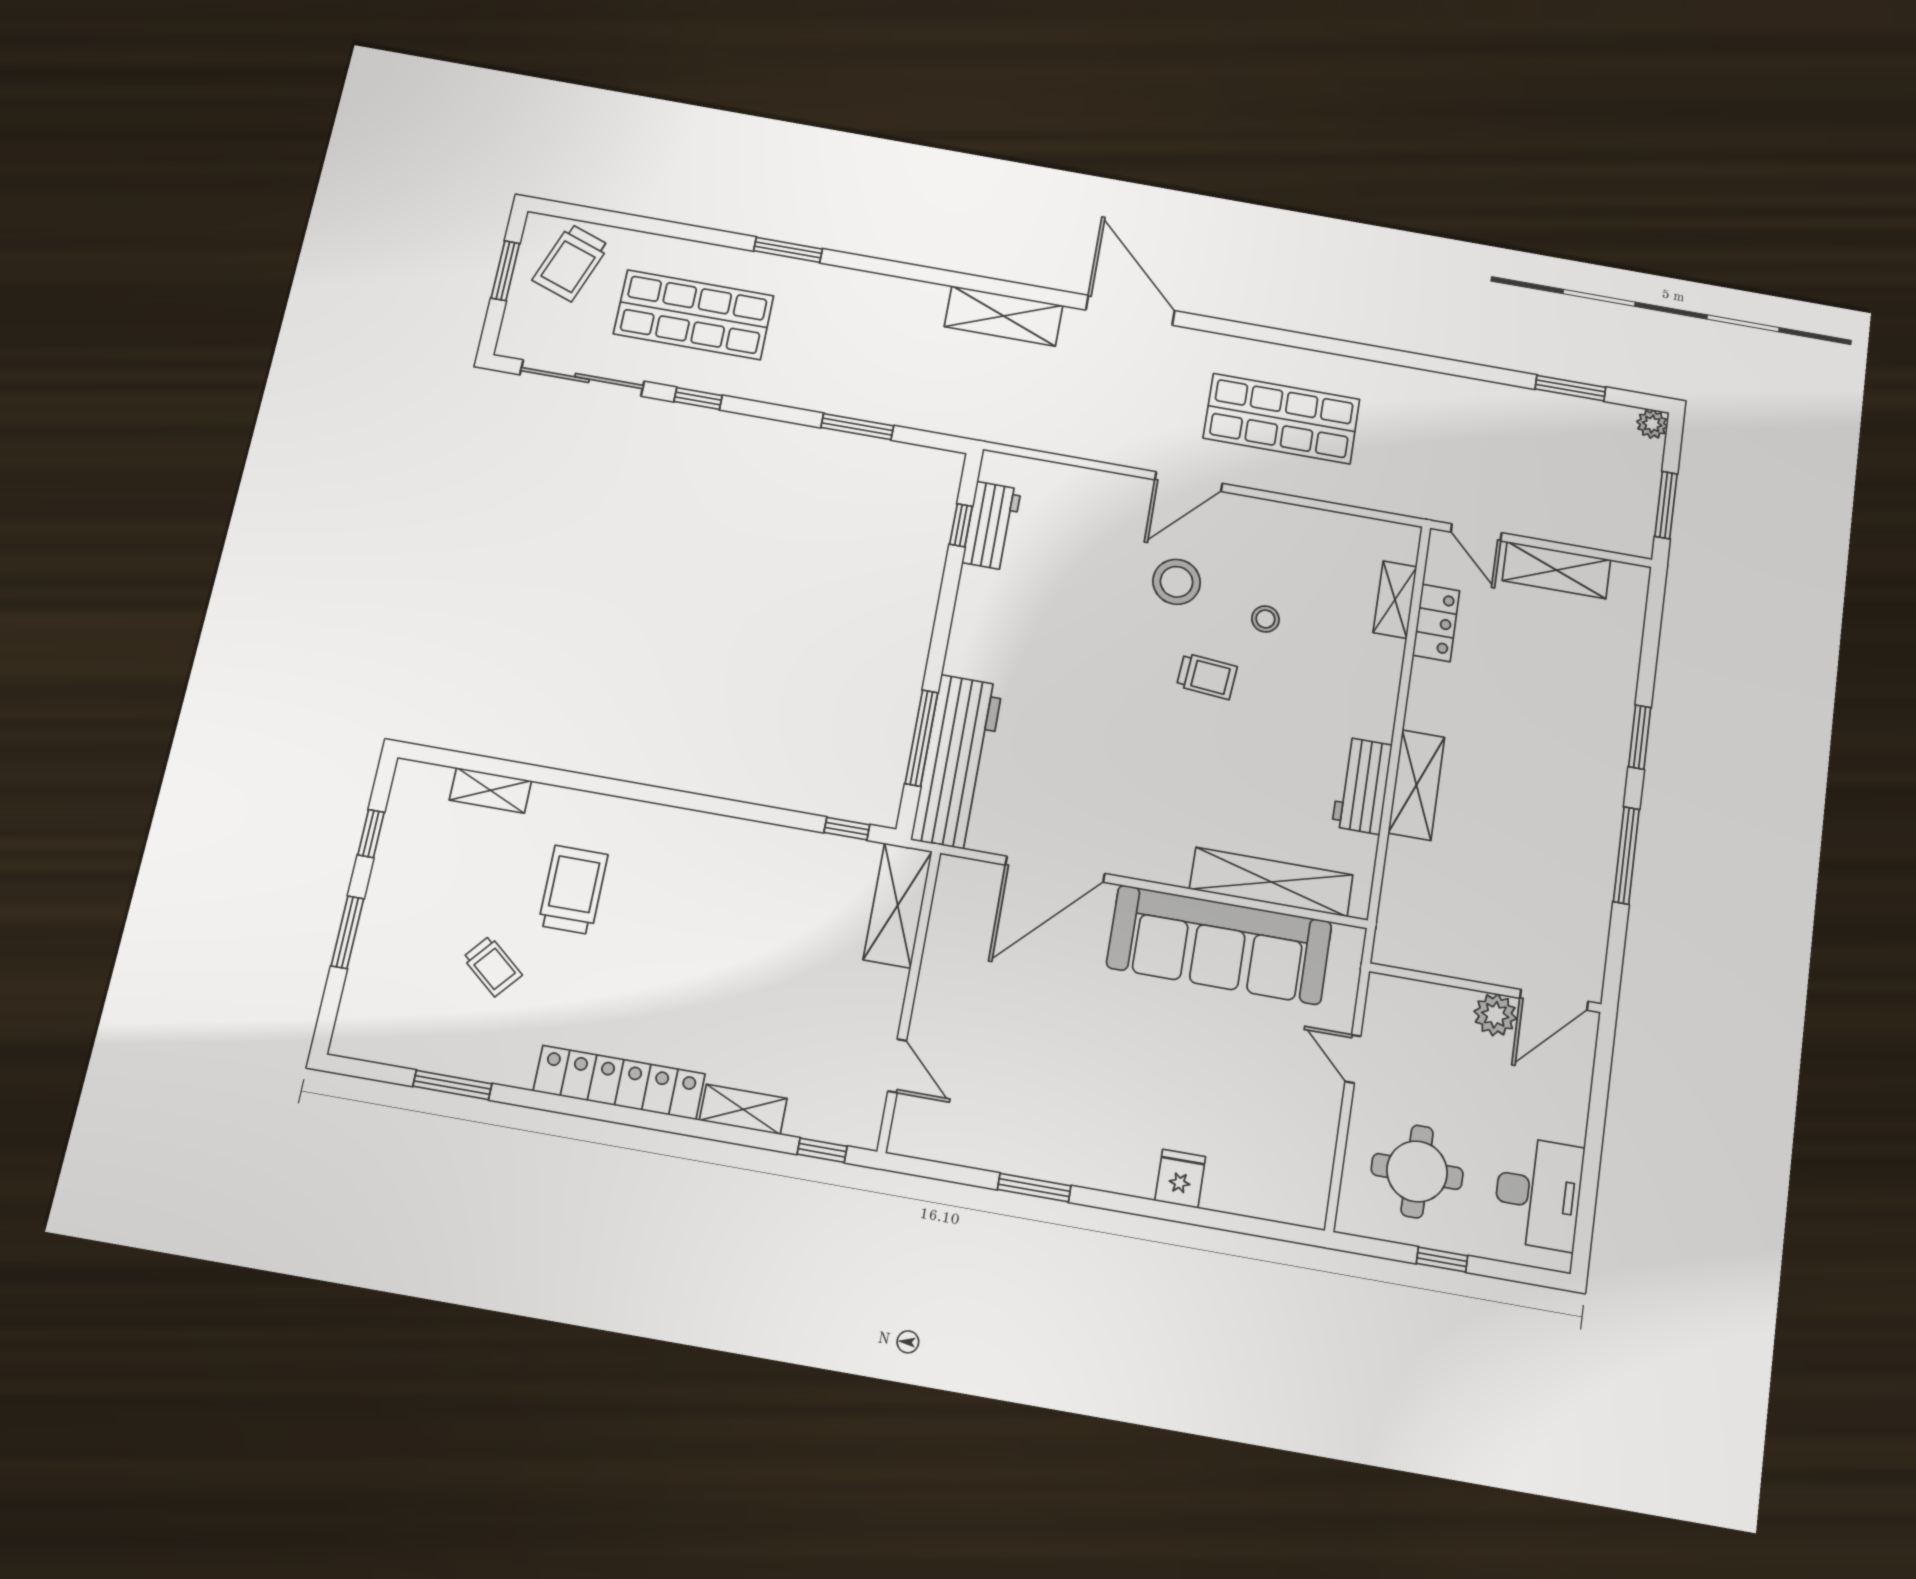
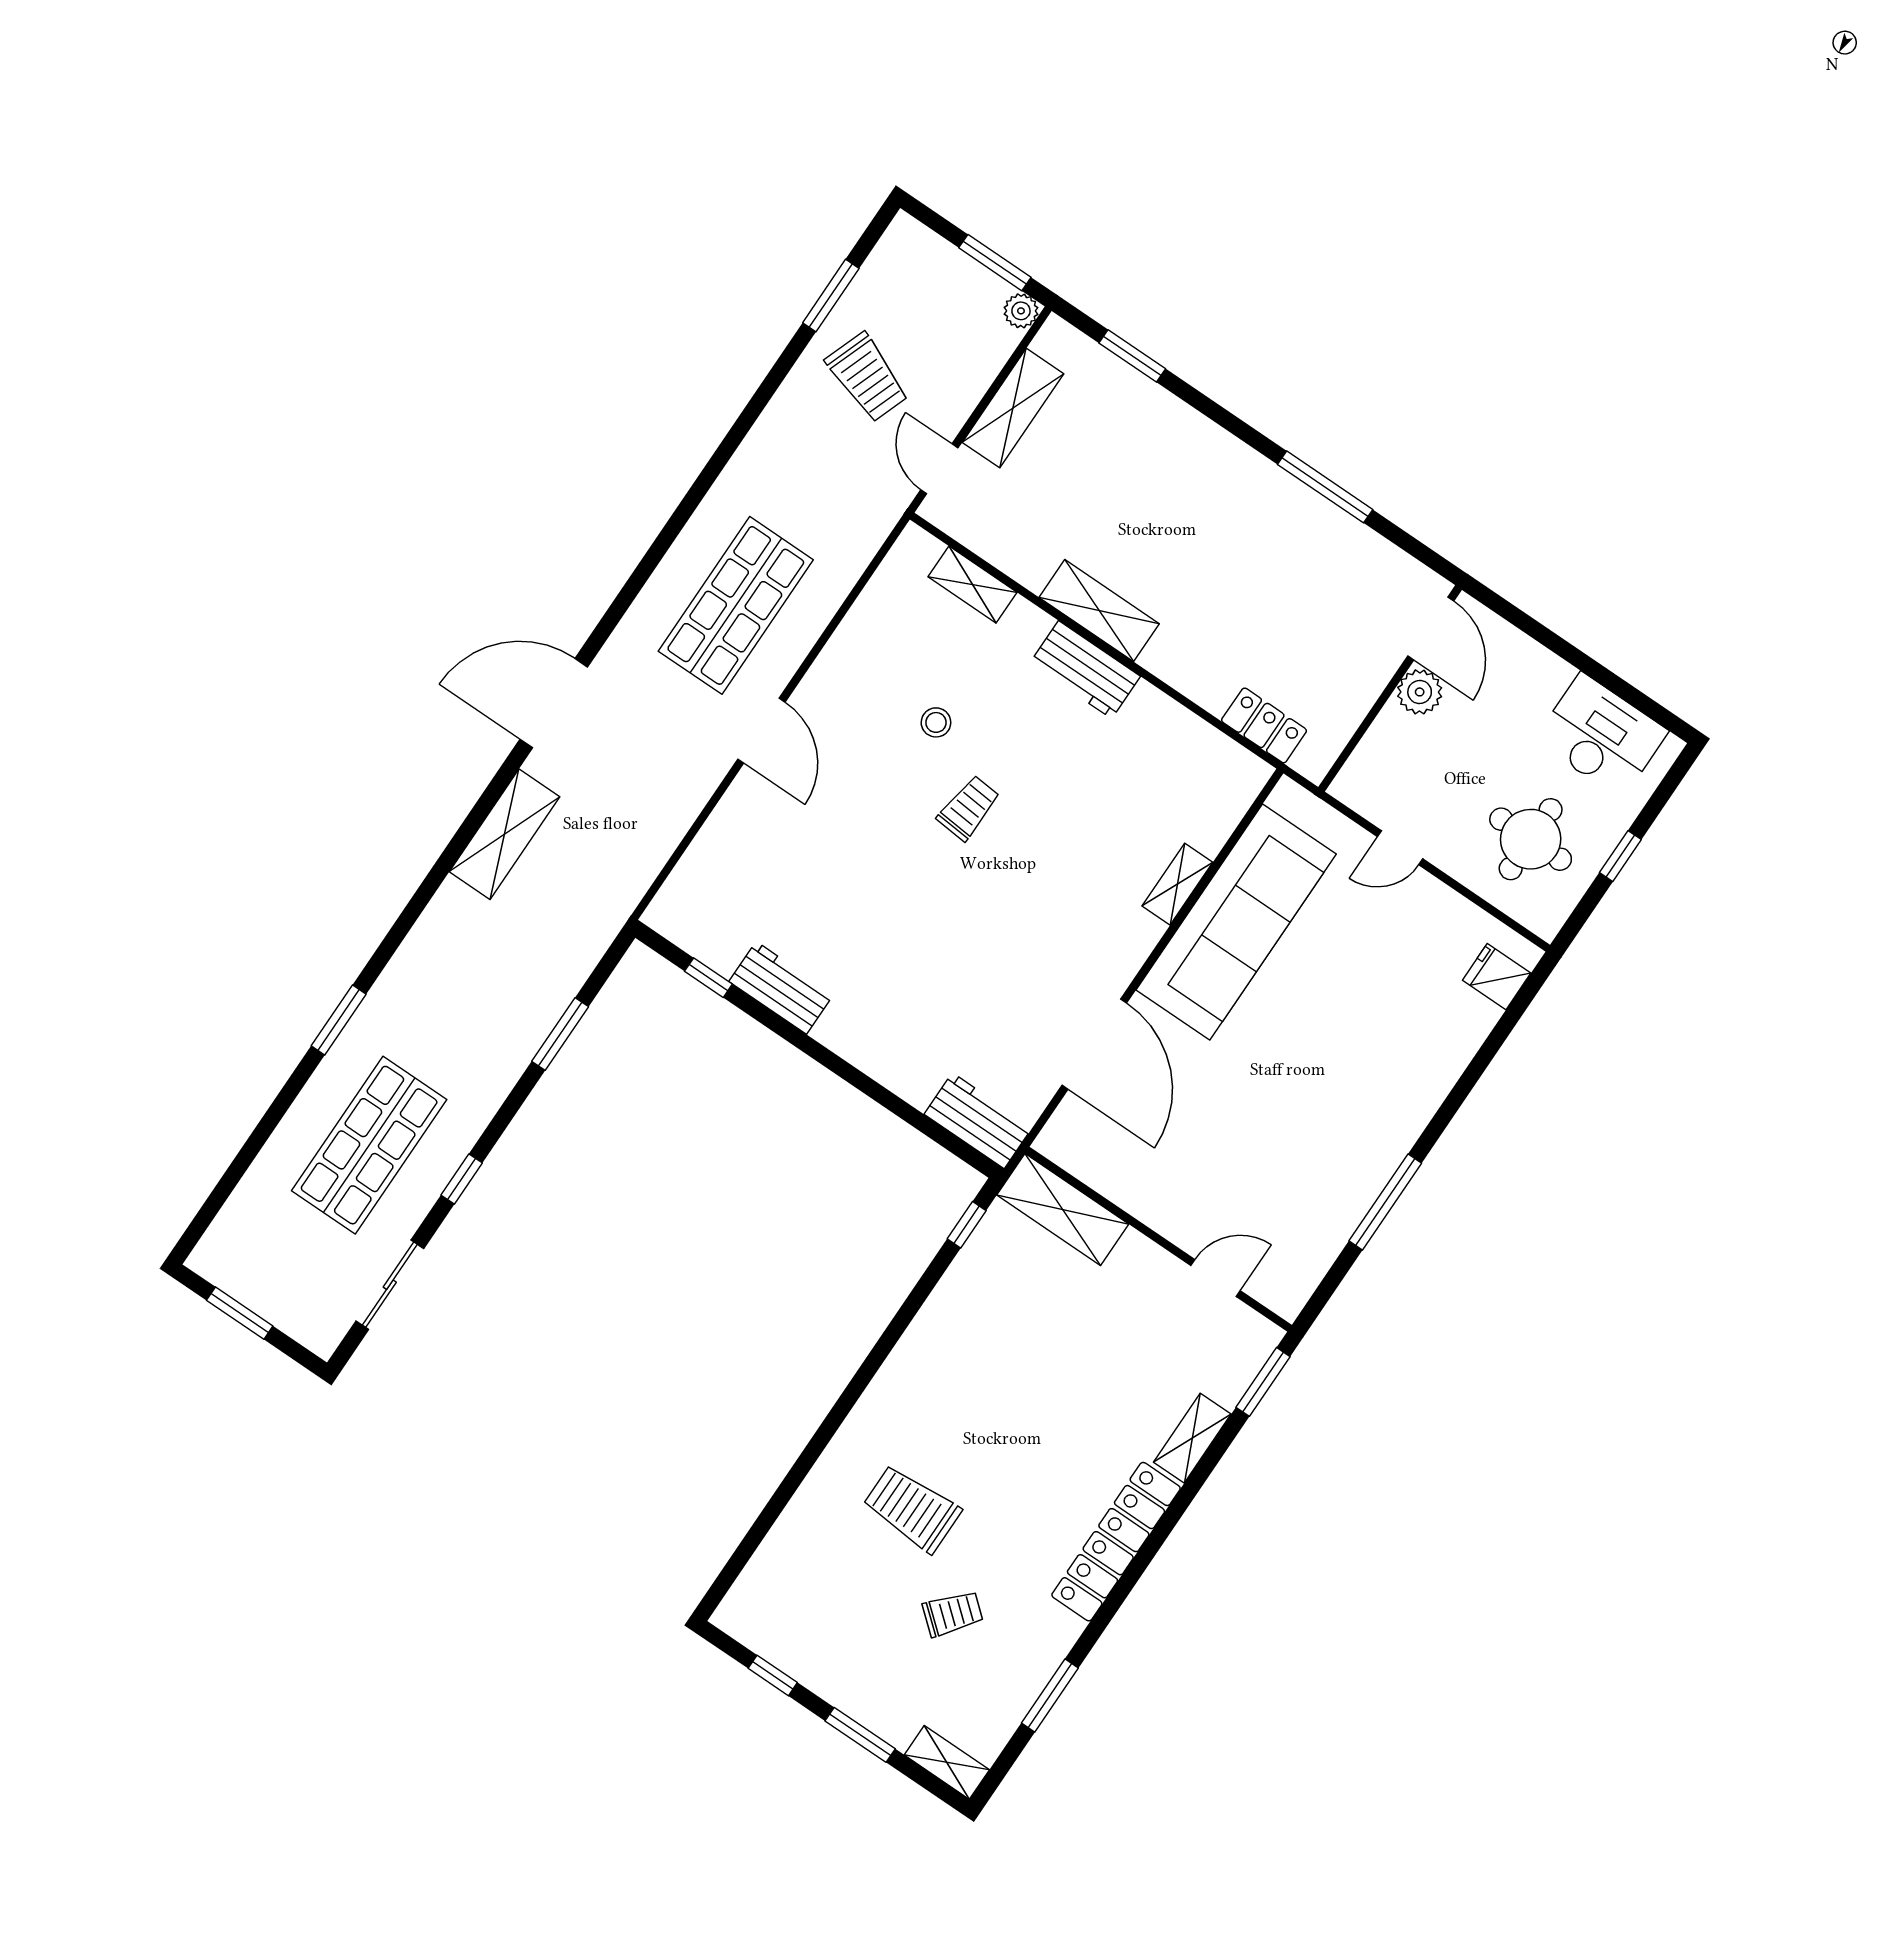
trolley: (571, 263) -> (867, 377), moved
sliding door: (582, 378) -> (390, 1285), width x0.73
plant: (1652, 424) -> (1021, 311), moved
workbench: (992, 526) -> (781, 988), moved
door: (1476, 532) -> (939, 469), swing flipped
stool: (1177, 582) -> (860, 792), removed
locker: (1436, 623) -> (1264, 725), moved
window: (1640, 737) -> (1132, 356), moved
window: (921, 738) -> (908, 1114), removed
workbench: (957, 762) -> (978, 1121), width x0.53, depth x0.76
shelving: (1416, 785) -> (1099, 611), moved
workbench: (1362, 786) -> (1085, 670), moved
shelving: (490, 790) -> (947, 1762), moved, turned 90
shelving: (1271, 882) -> (1177, 884), width x0.45, depth x0.75
window: (822, 1150) -> (1263, 1382), width x1.50
fridge: (1180, 1179) -> (1497, 977), moved
window: (1034, 1188) -> (1385, 1202), width x1.44

